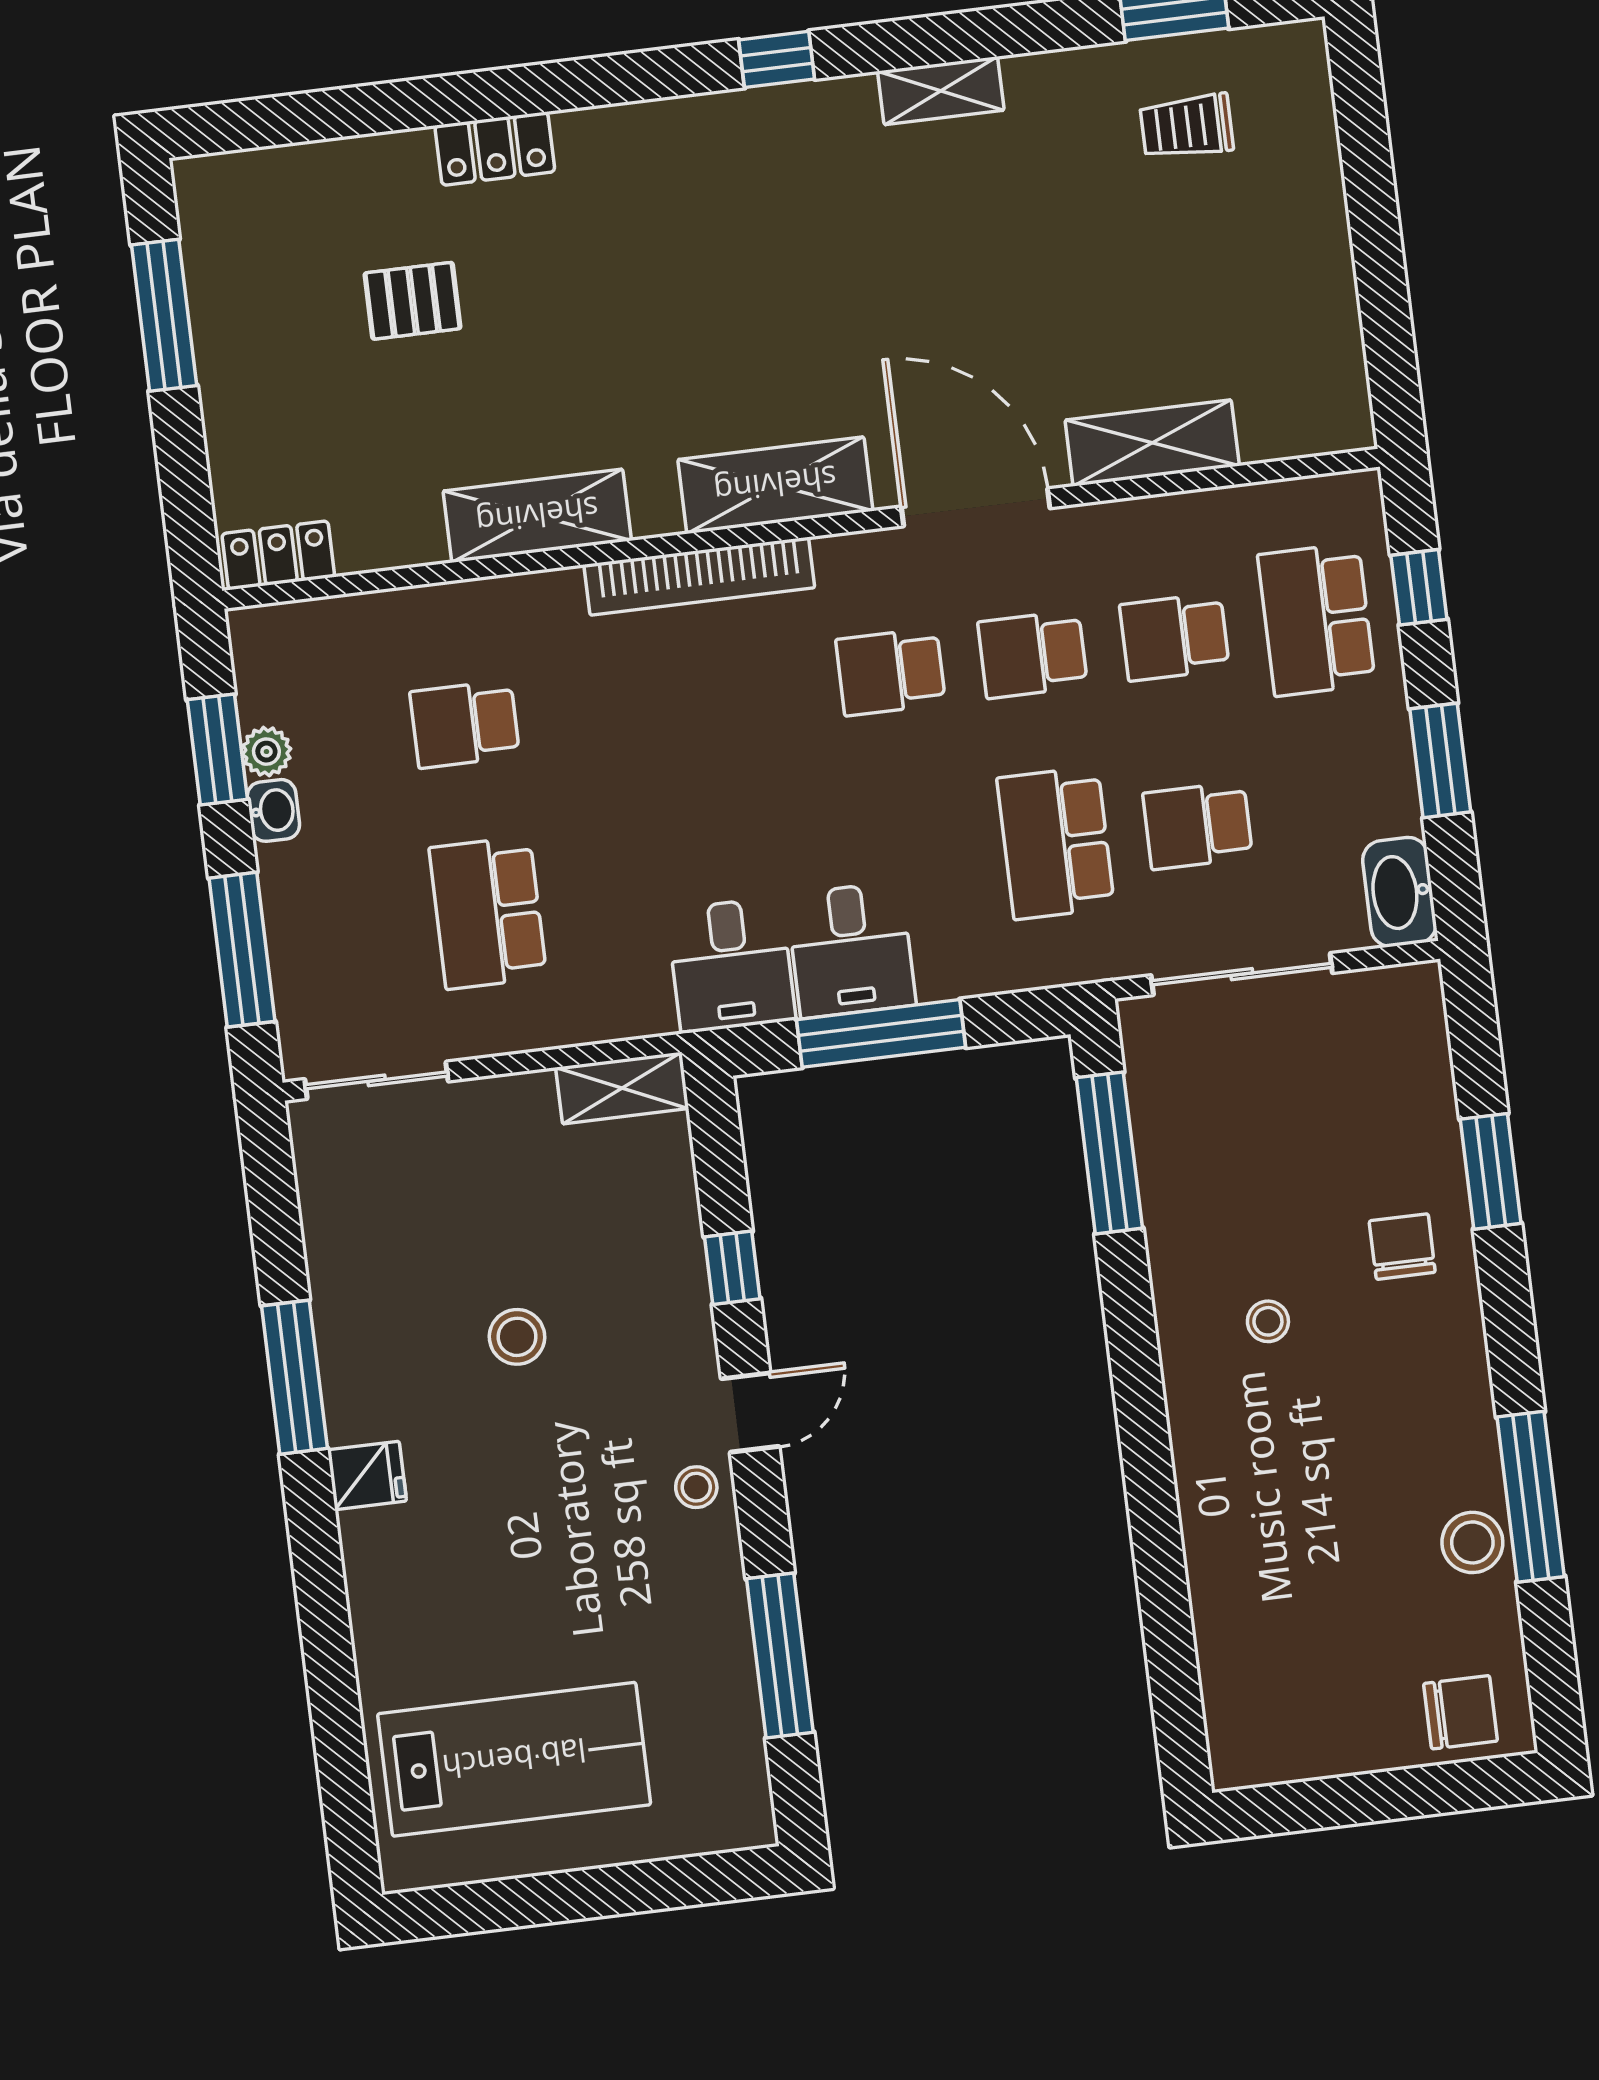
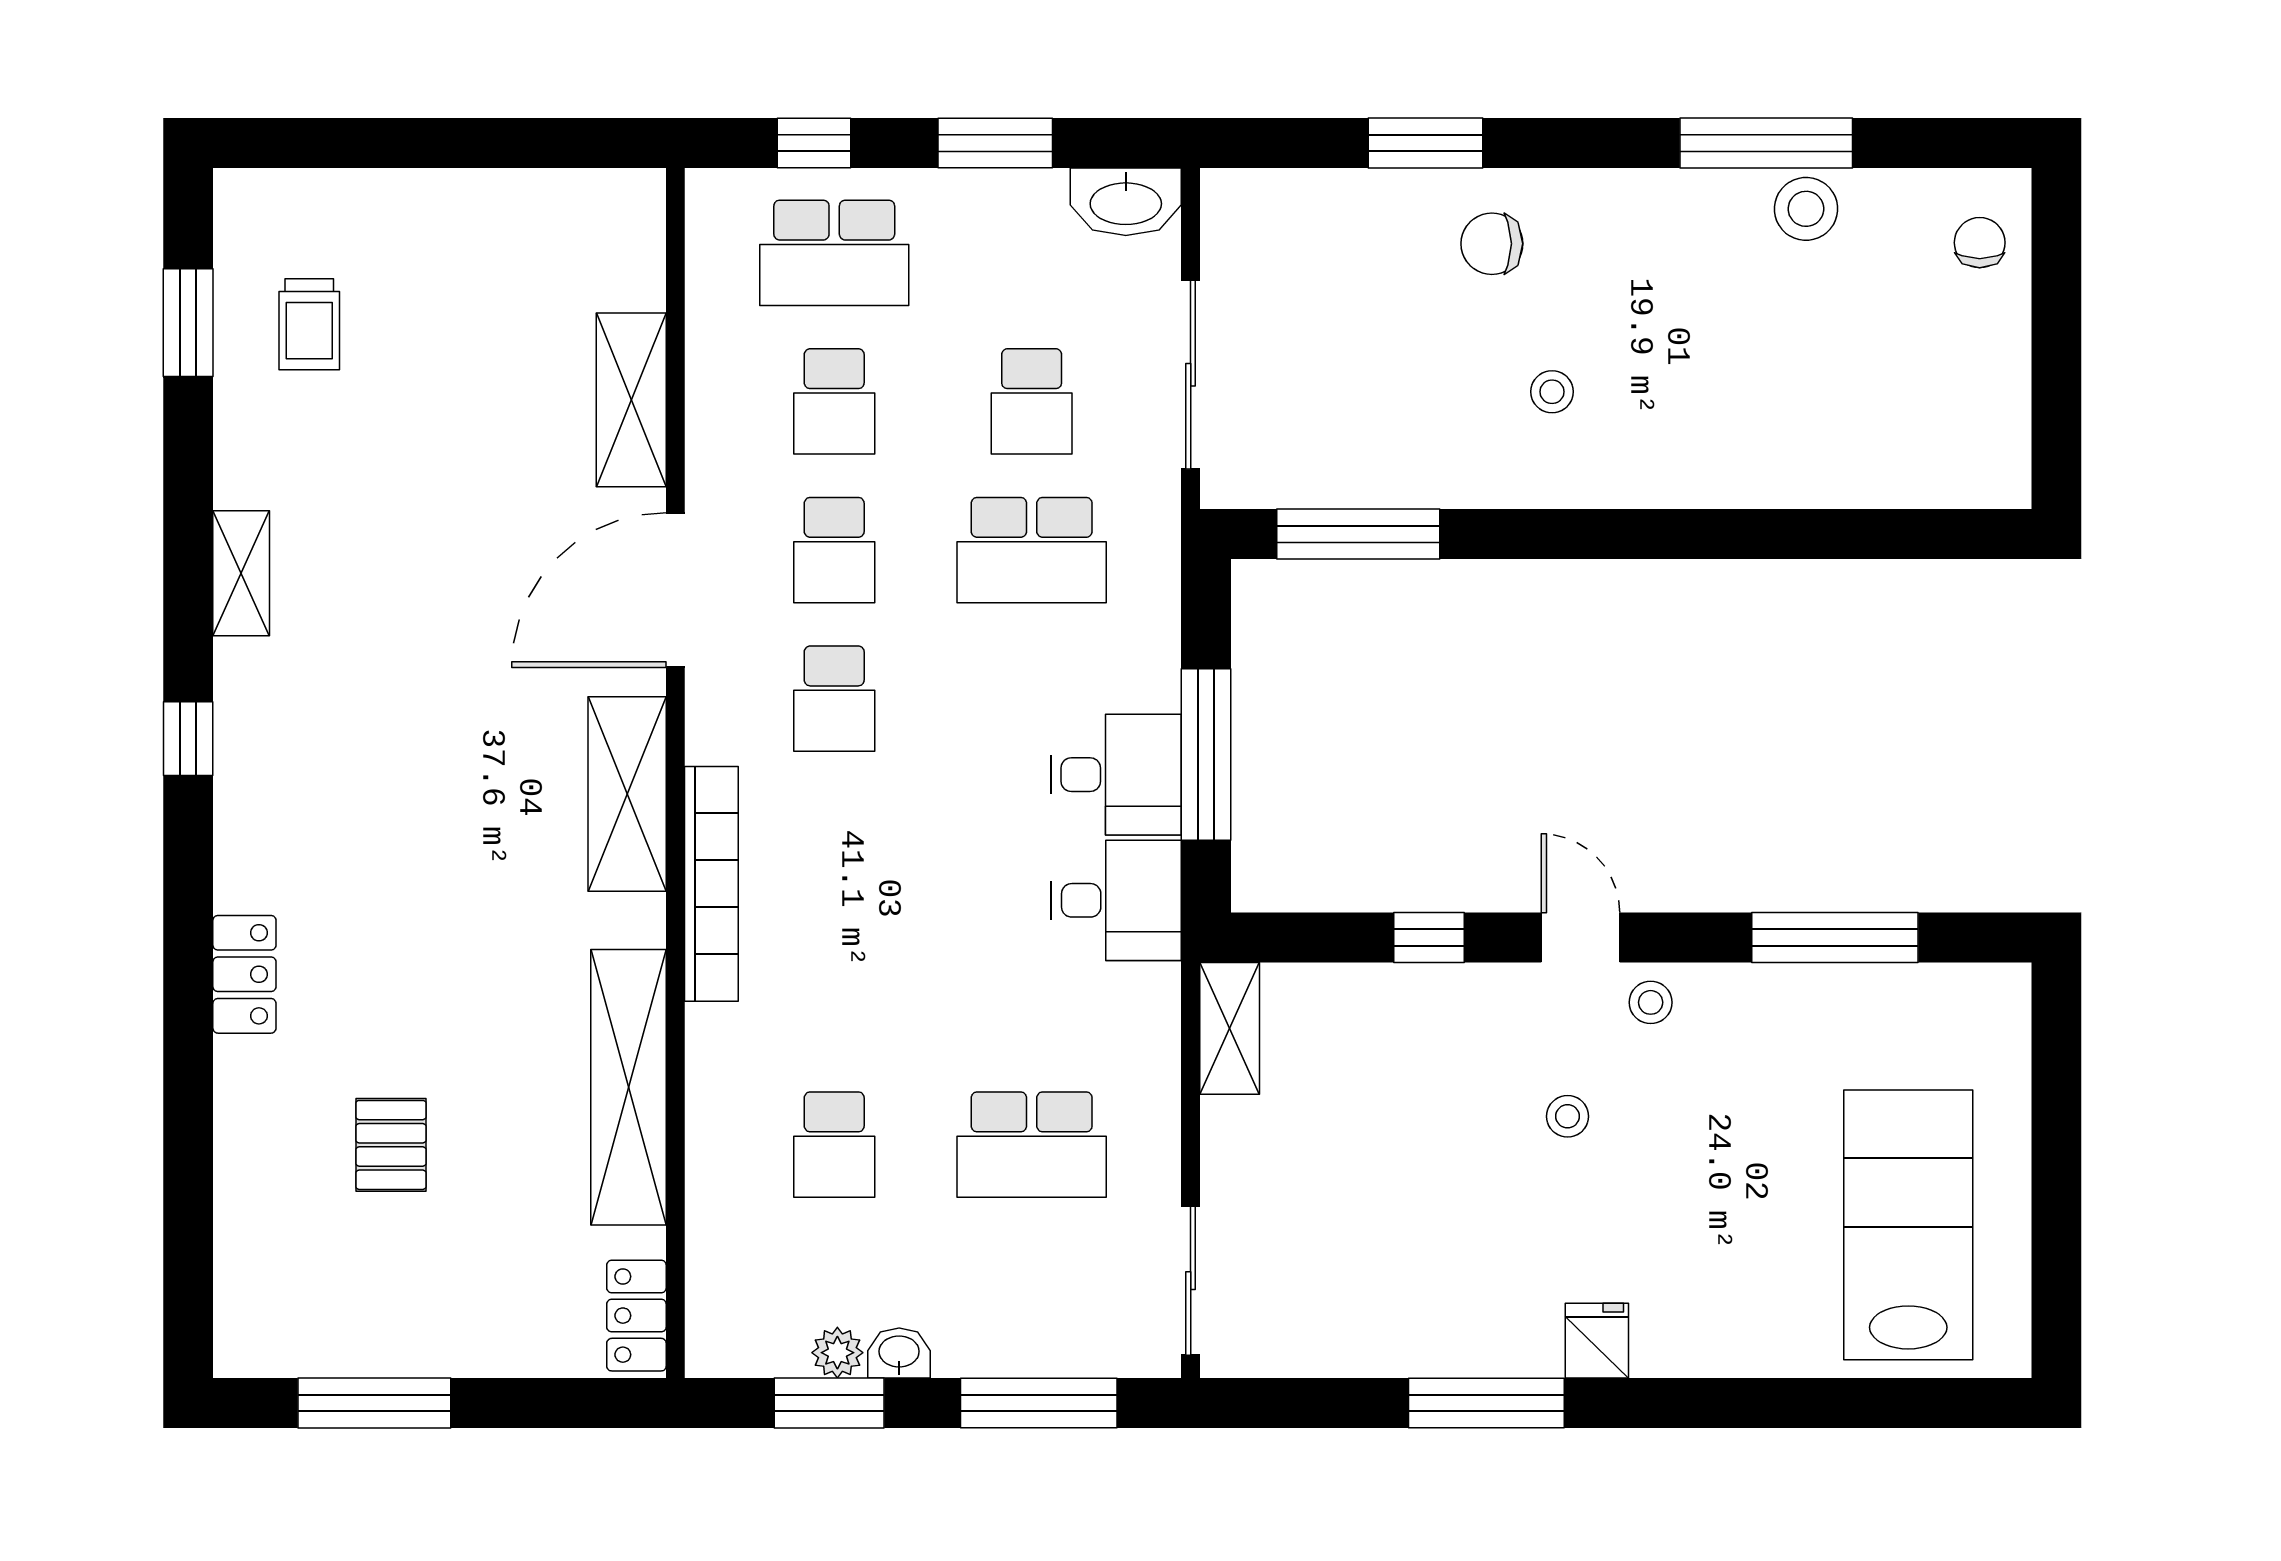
locker: (495, 149) -> (244, 974), moved
shelving: (537, 516) -> (628, 1087), width x1.47
stool: (517, 1337) -> (1568, 1116), moved, width x0.73, depth x0.73
chair: (1461, 1712) -> (1980, 243), width x0.73, depth x0.73

